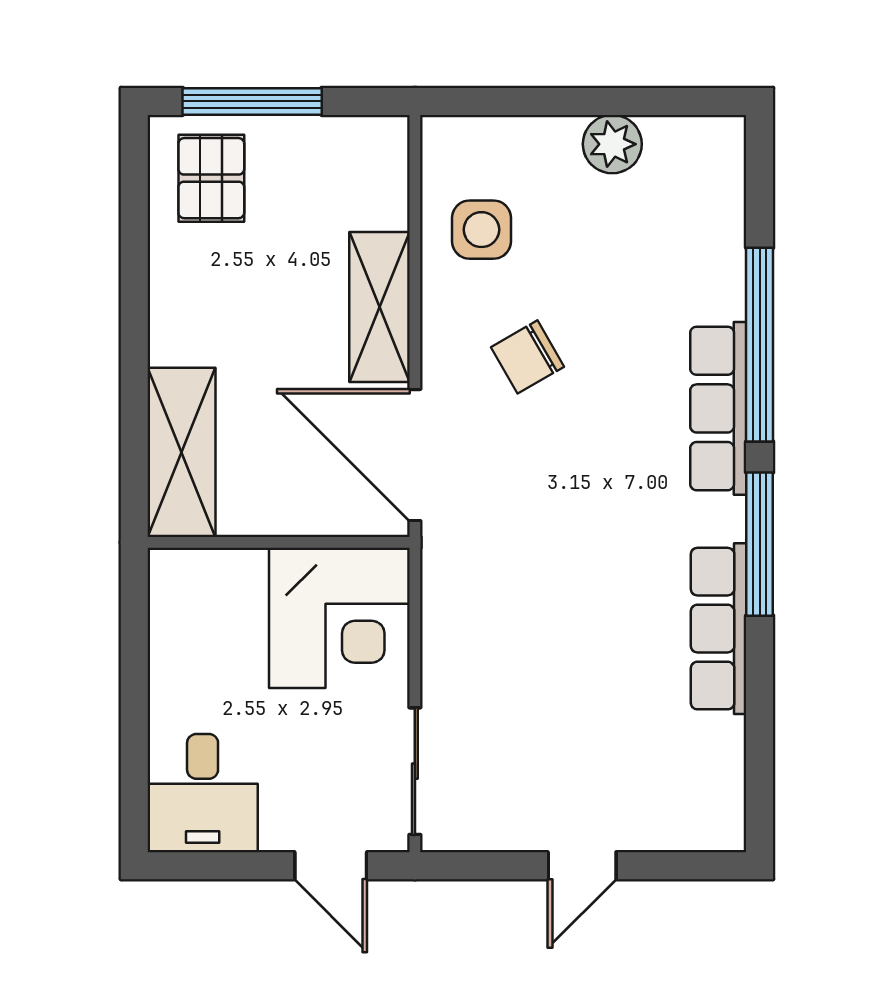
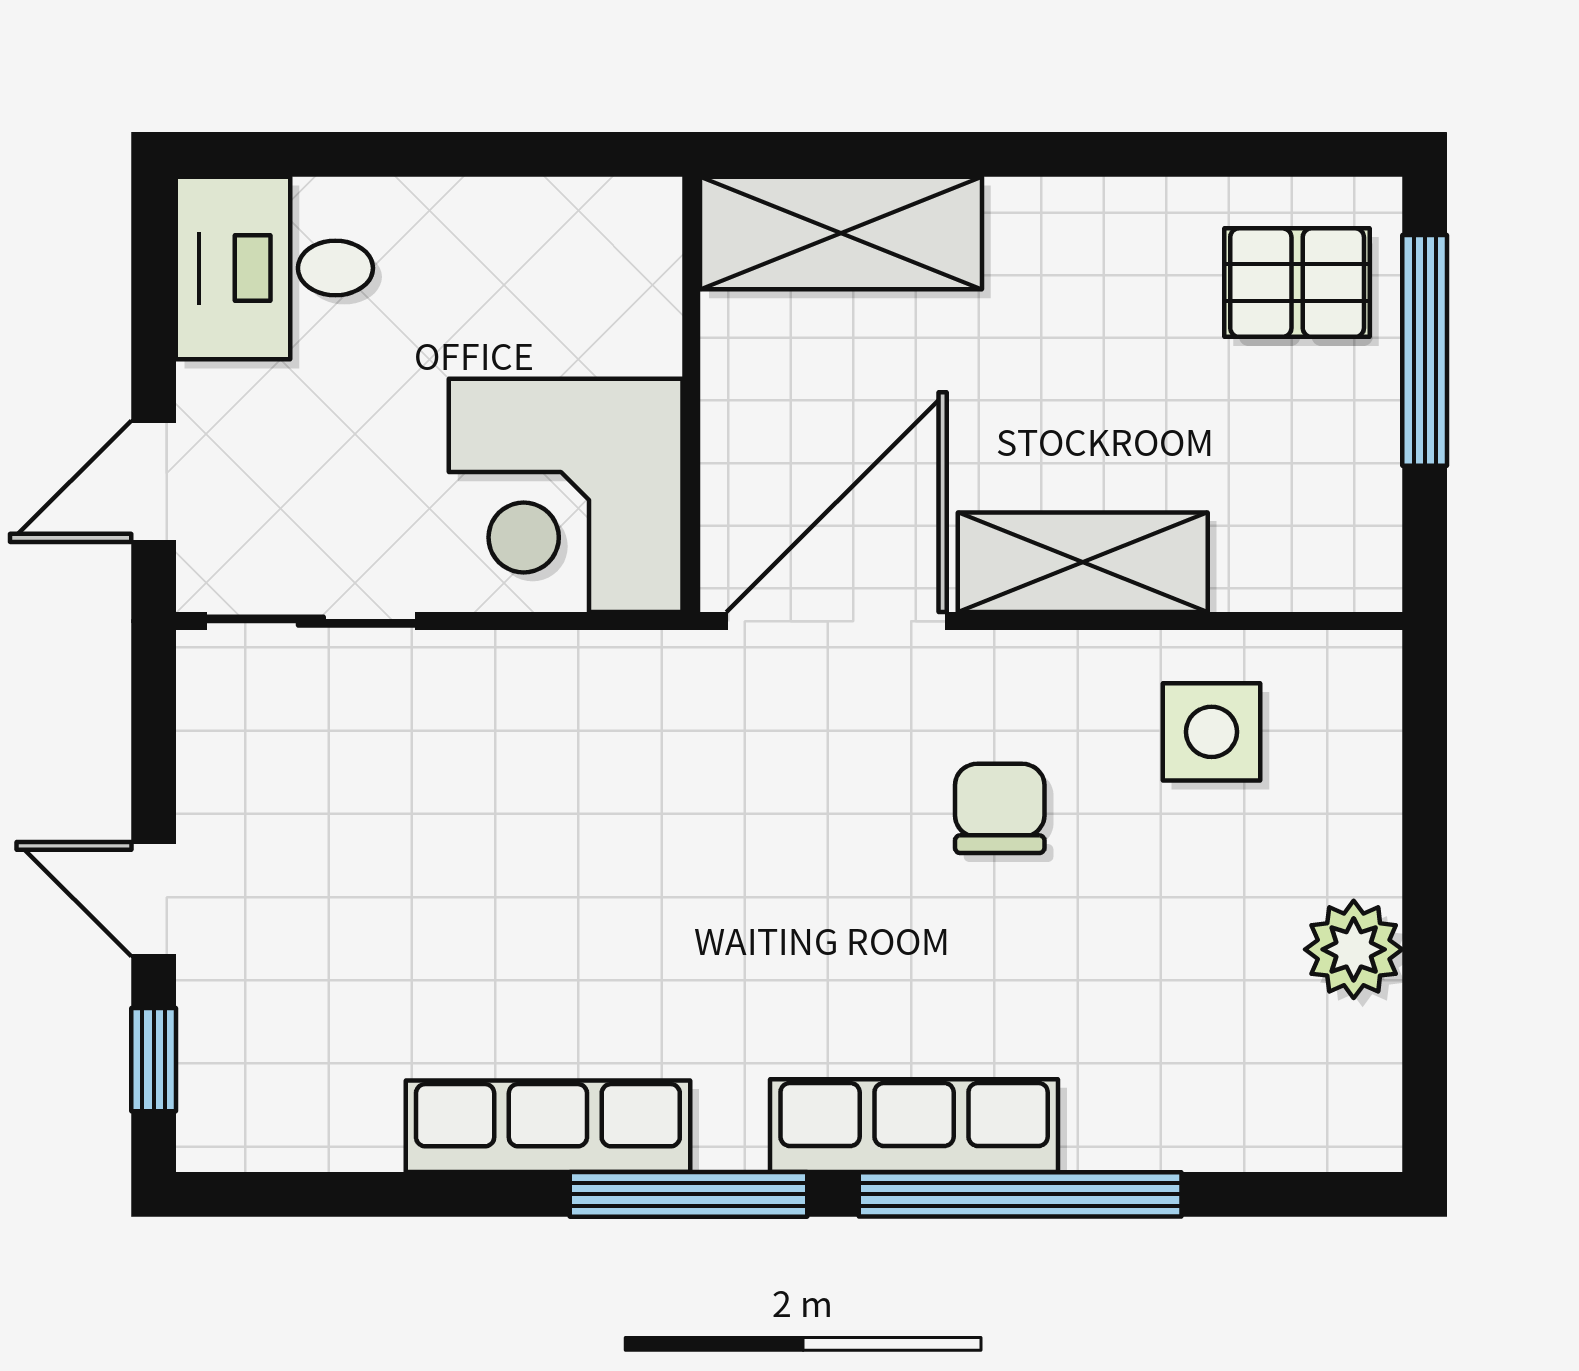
chair: (527, 357) -> (1000, 808), turned 30
window: (679, 866) -> (154, 1060), added

